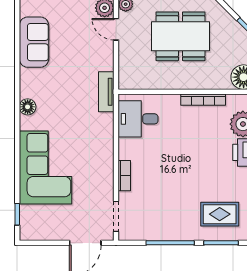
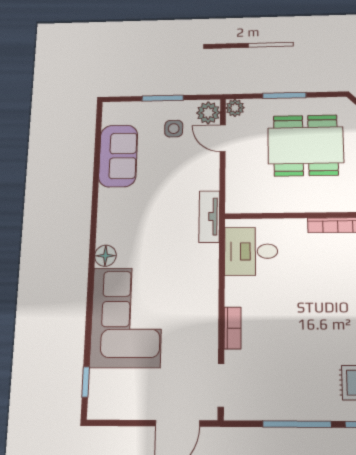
side table: (77, 20) -> (174, 129), added
floor lamp: (28, 107) -> (105, 256), moved

